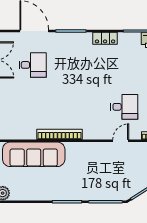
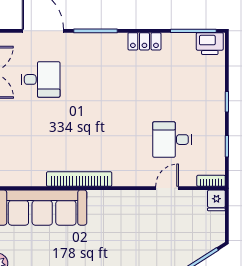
desk: (124, 107) -> (172, 140), turned 180

